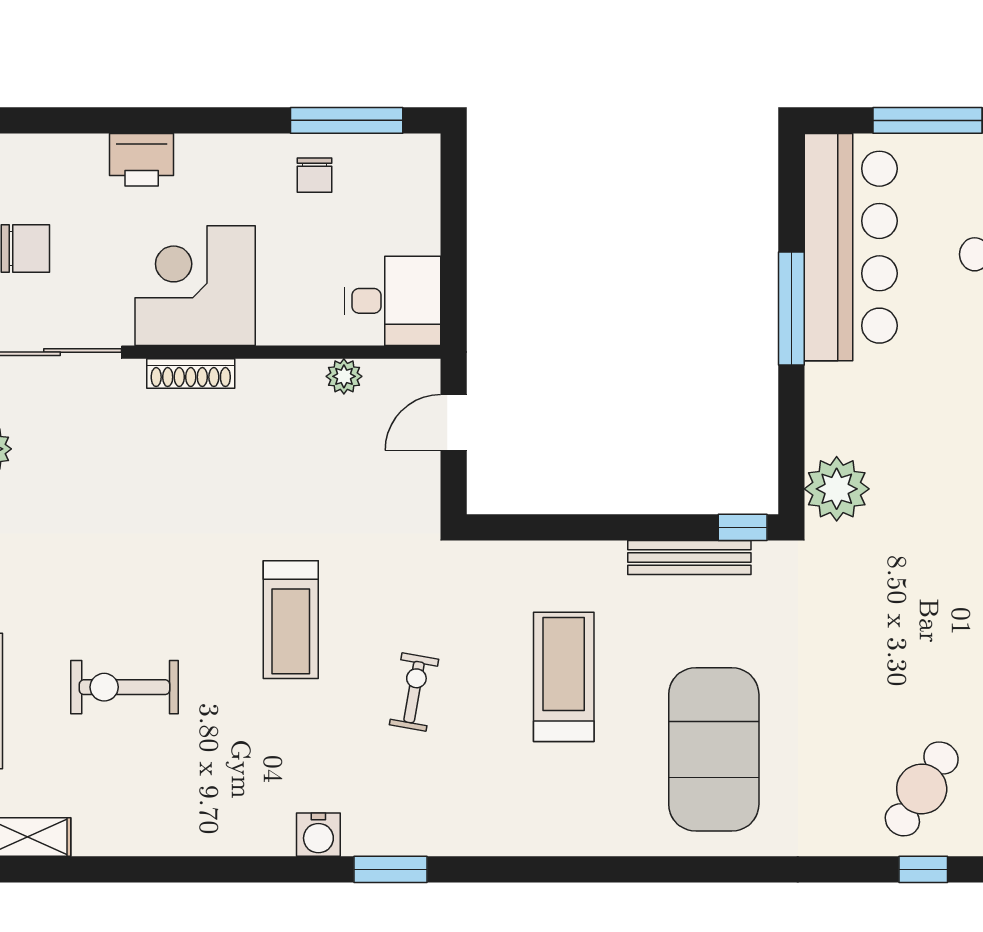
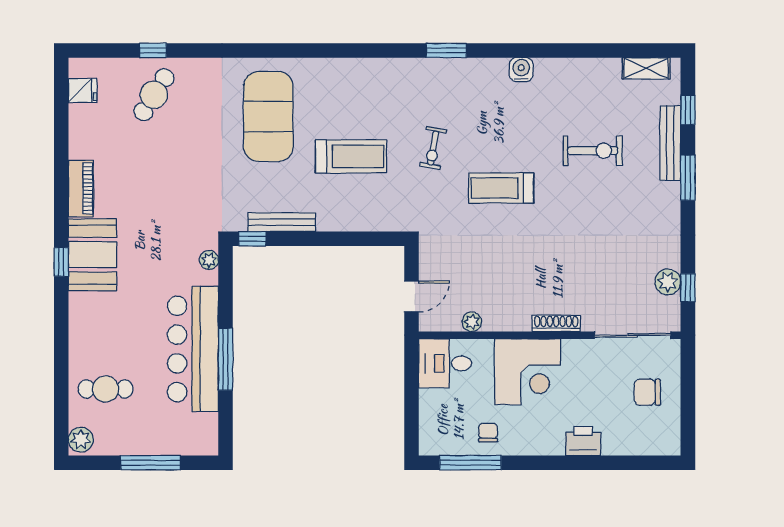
bar counter: (851, 247) -> (193, 349), moved
corner desk: (195, 286) -> (528, 372), moved
plant: (837, 489) -> (209, 260), width x0.53, depth x0.53
treadmill: (291, 620) -> (501, 188), turned -90
treadmill: (564, 677) -> (351, 156), turned -90
water cooler: (318, 835) -> (521, 70), moved

